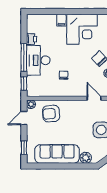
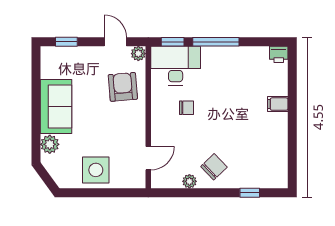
corner desk: (82, 29) -> (263, 138), removed
printer: (32, 39) -> (279, 54), moved
desk: (38, 60) -> (176, 66), moved
sofa: (57, 154) -> (56, 106), width x0.73

